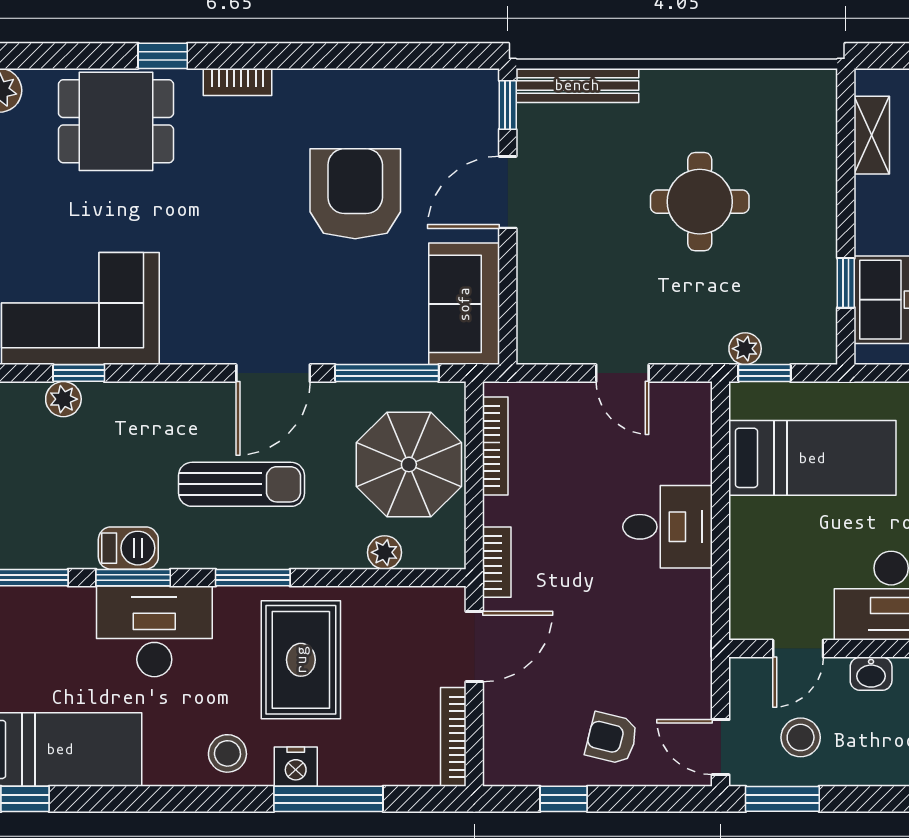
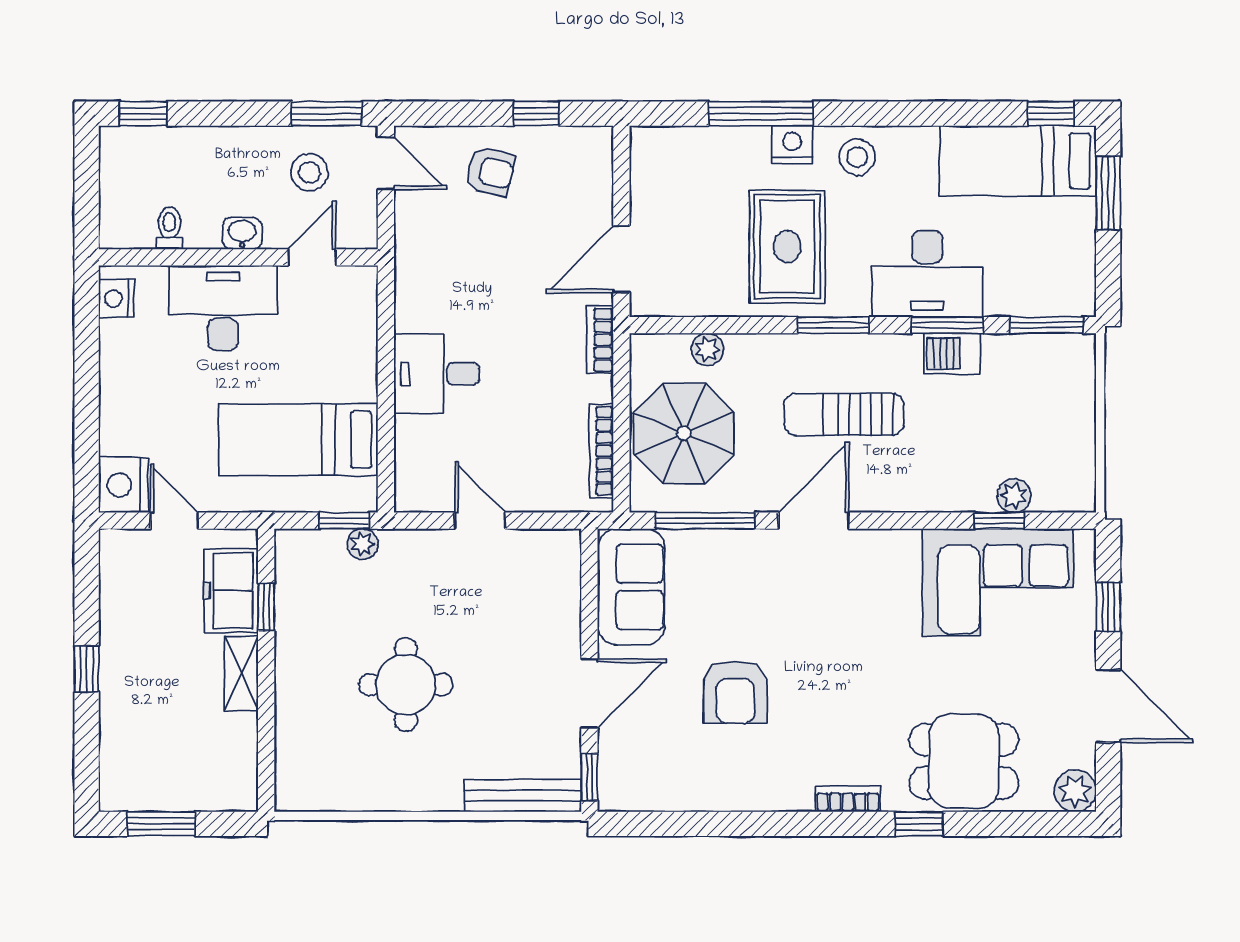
shelving: (872, 135) -> (241, 673), moved
armchair: (355, 194) -> (735, 692), width x0.73, depth x0.73
bookcase: (453, 737) -> (641, 173), removed

